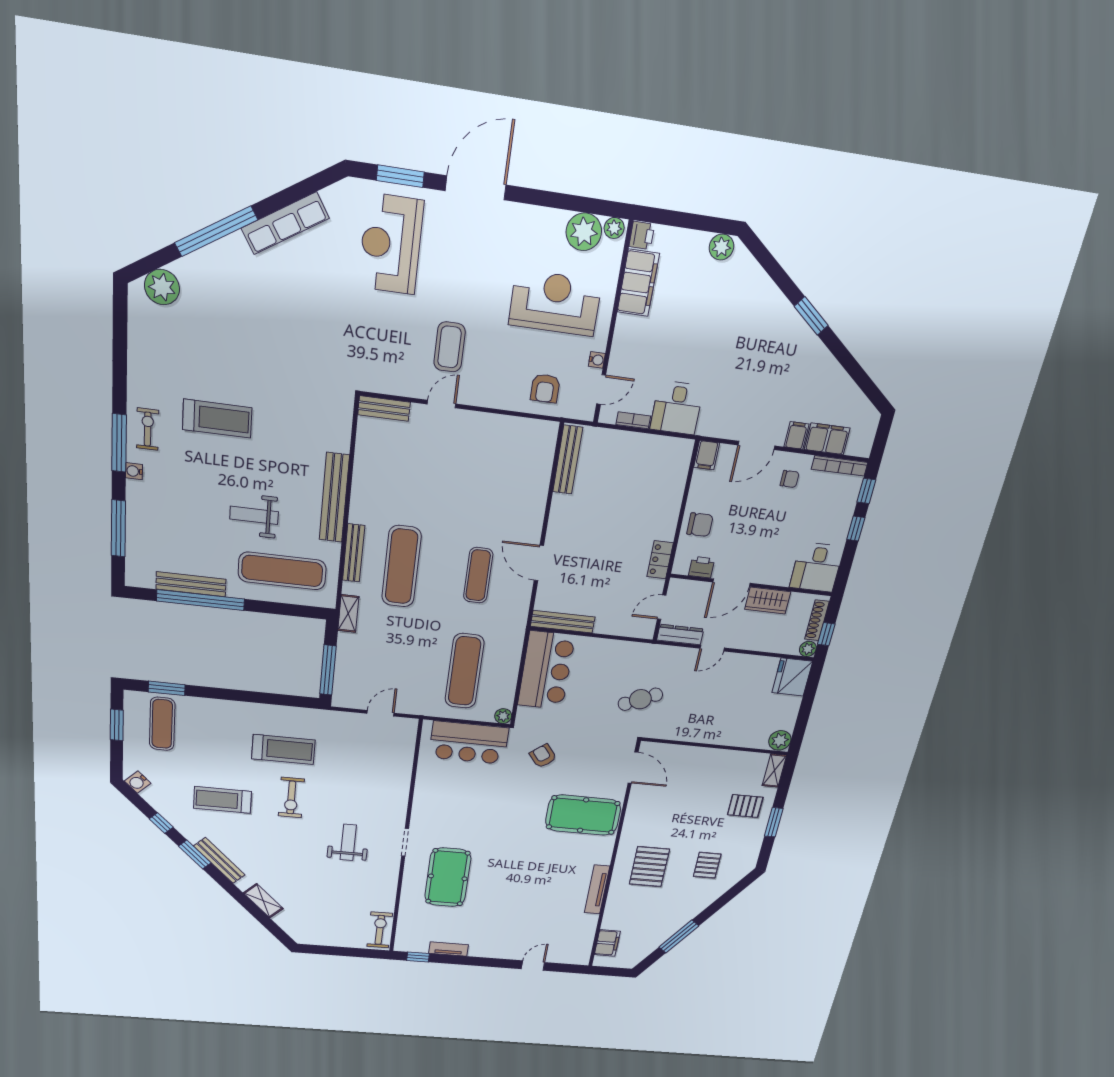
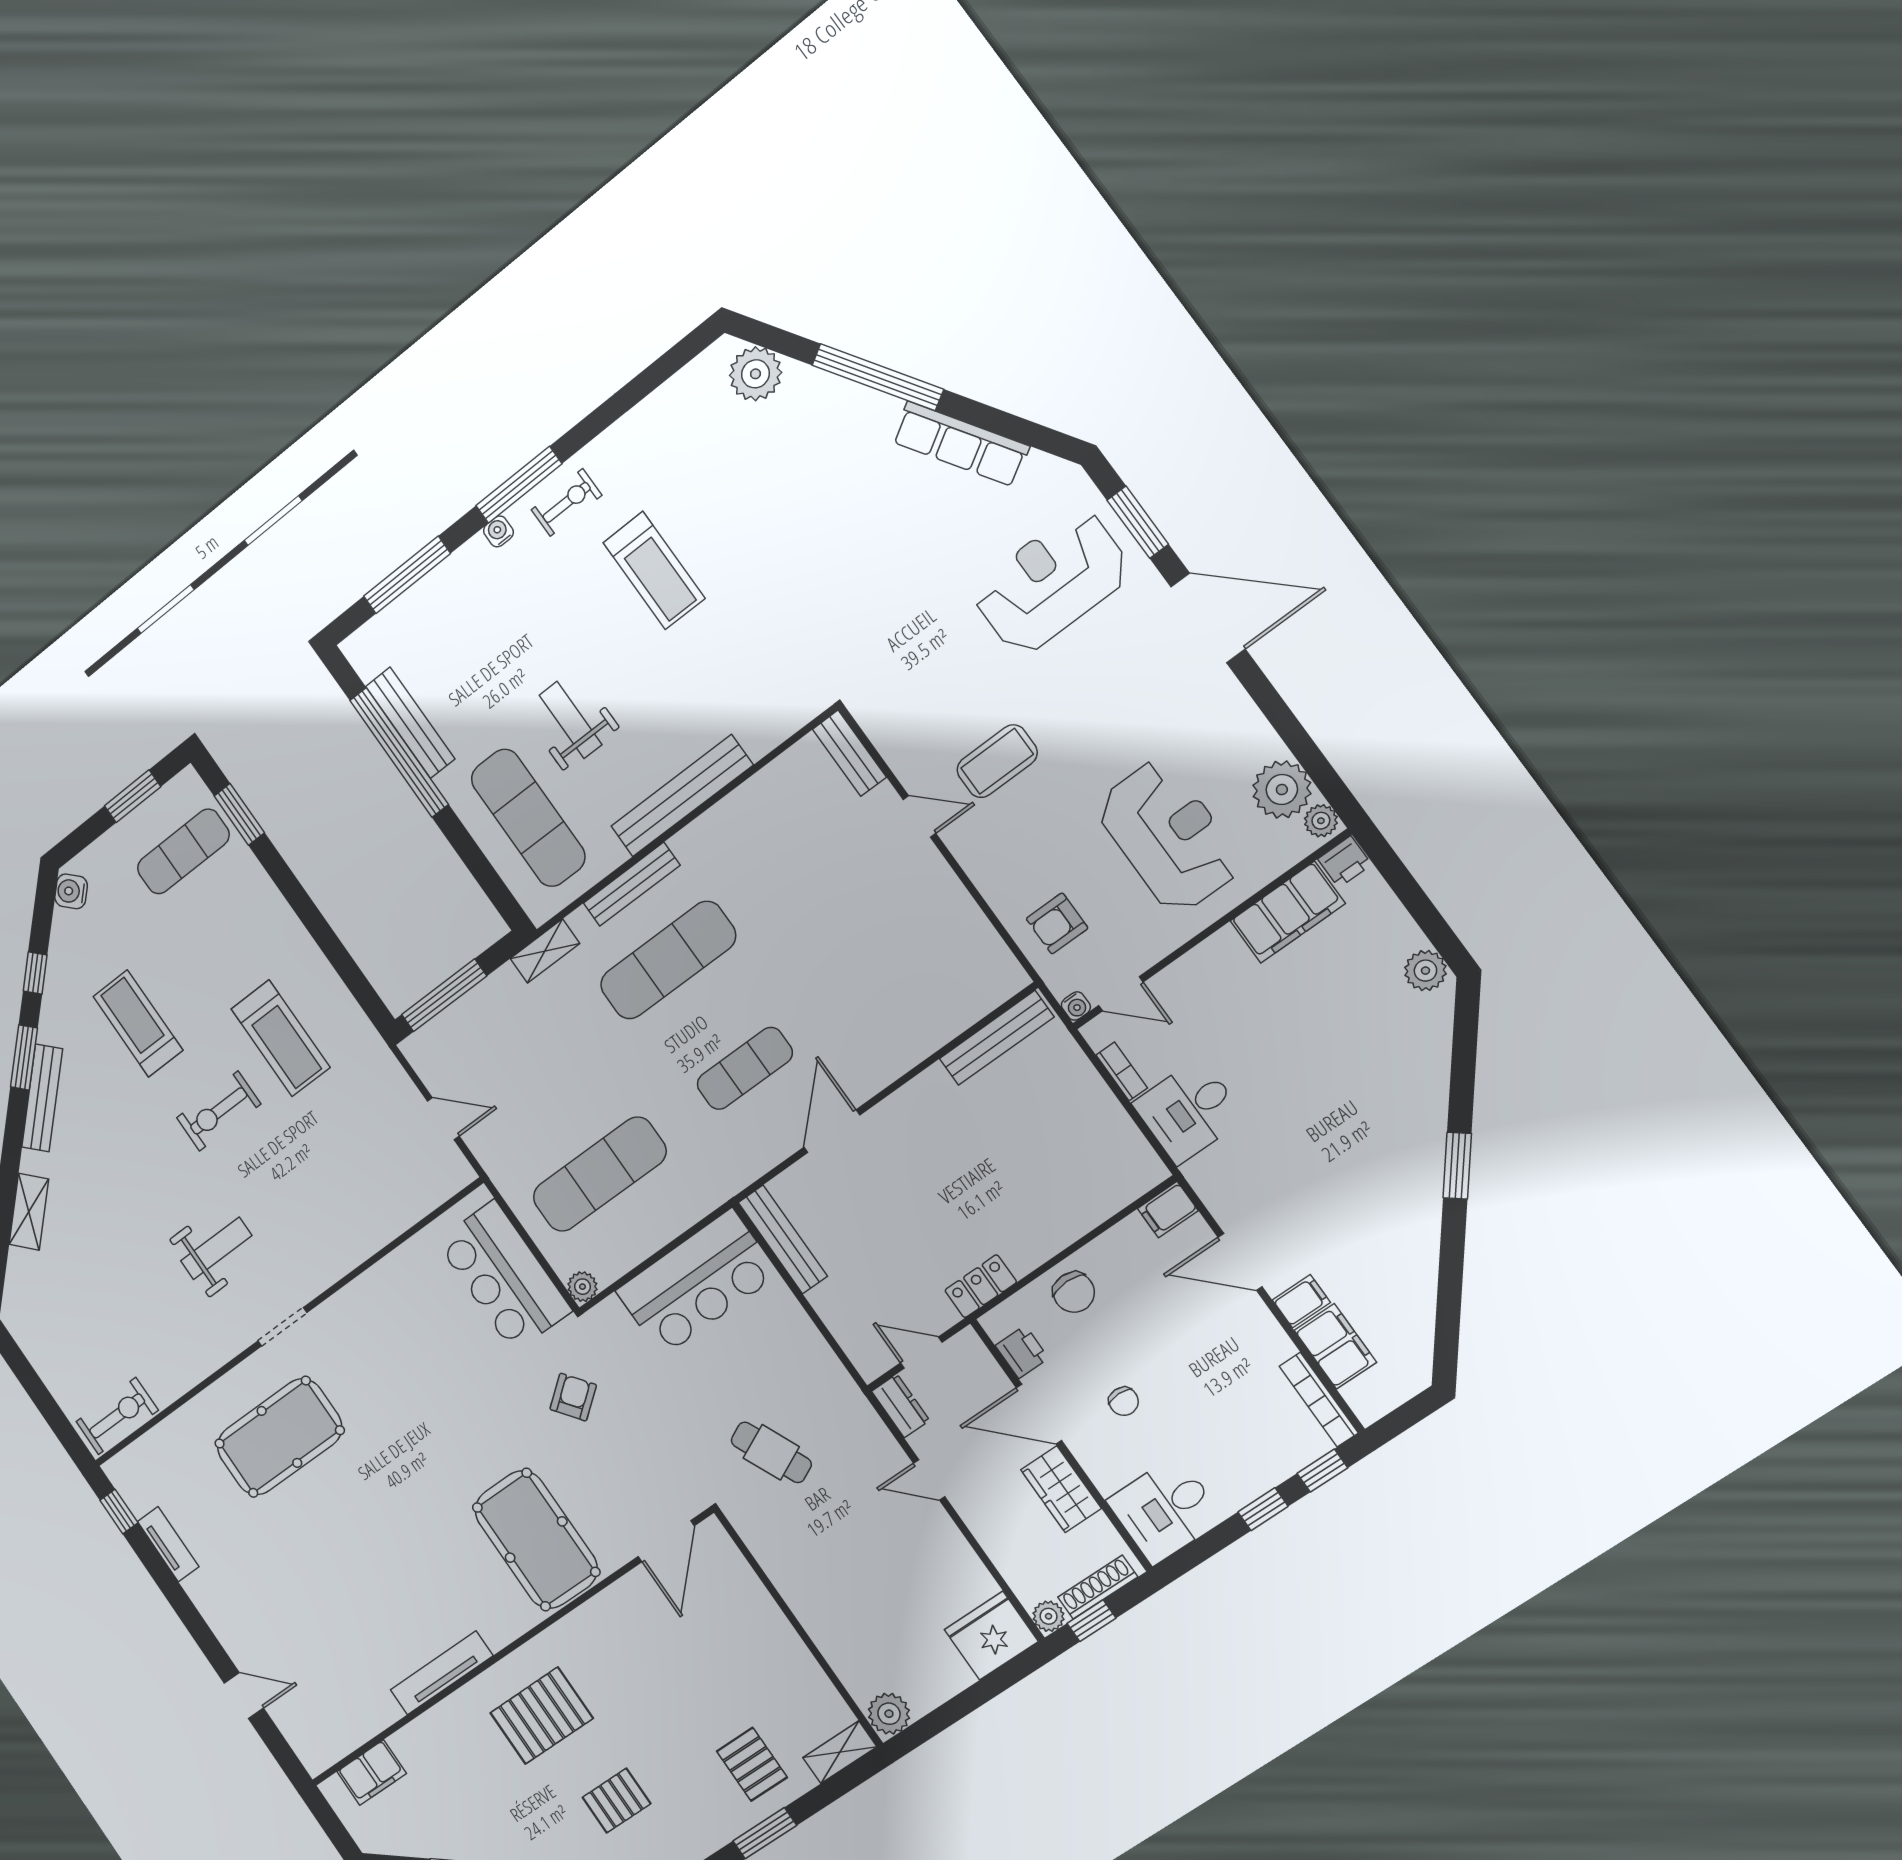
water cooler: (597, 360) -> (1076, 1006), moved
chair: (790, 479) -> (1124, 1401), moved
dresser: (680, 635) -> (901, 1406), width x0.70

